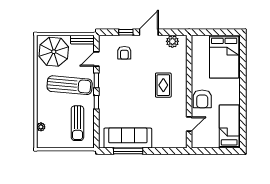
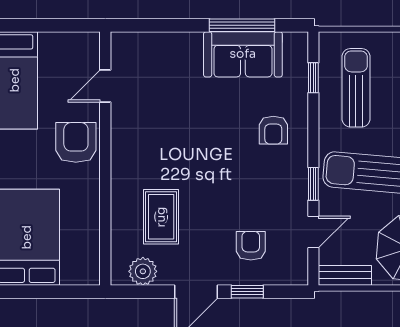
rug: (163, 85) -> (161, 217), moved
window: (96, 102) -> (313, 78), moved
armchair: (114, 104) -> (273, 130), added
sofa: (128, 138) -> (243, 54), width x0.73

